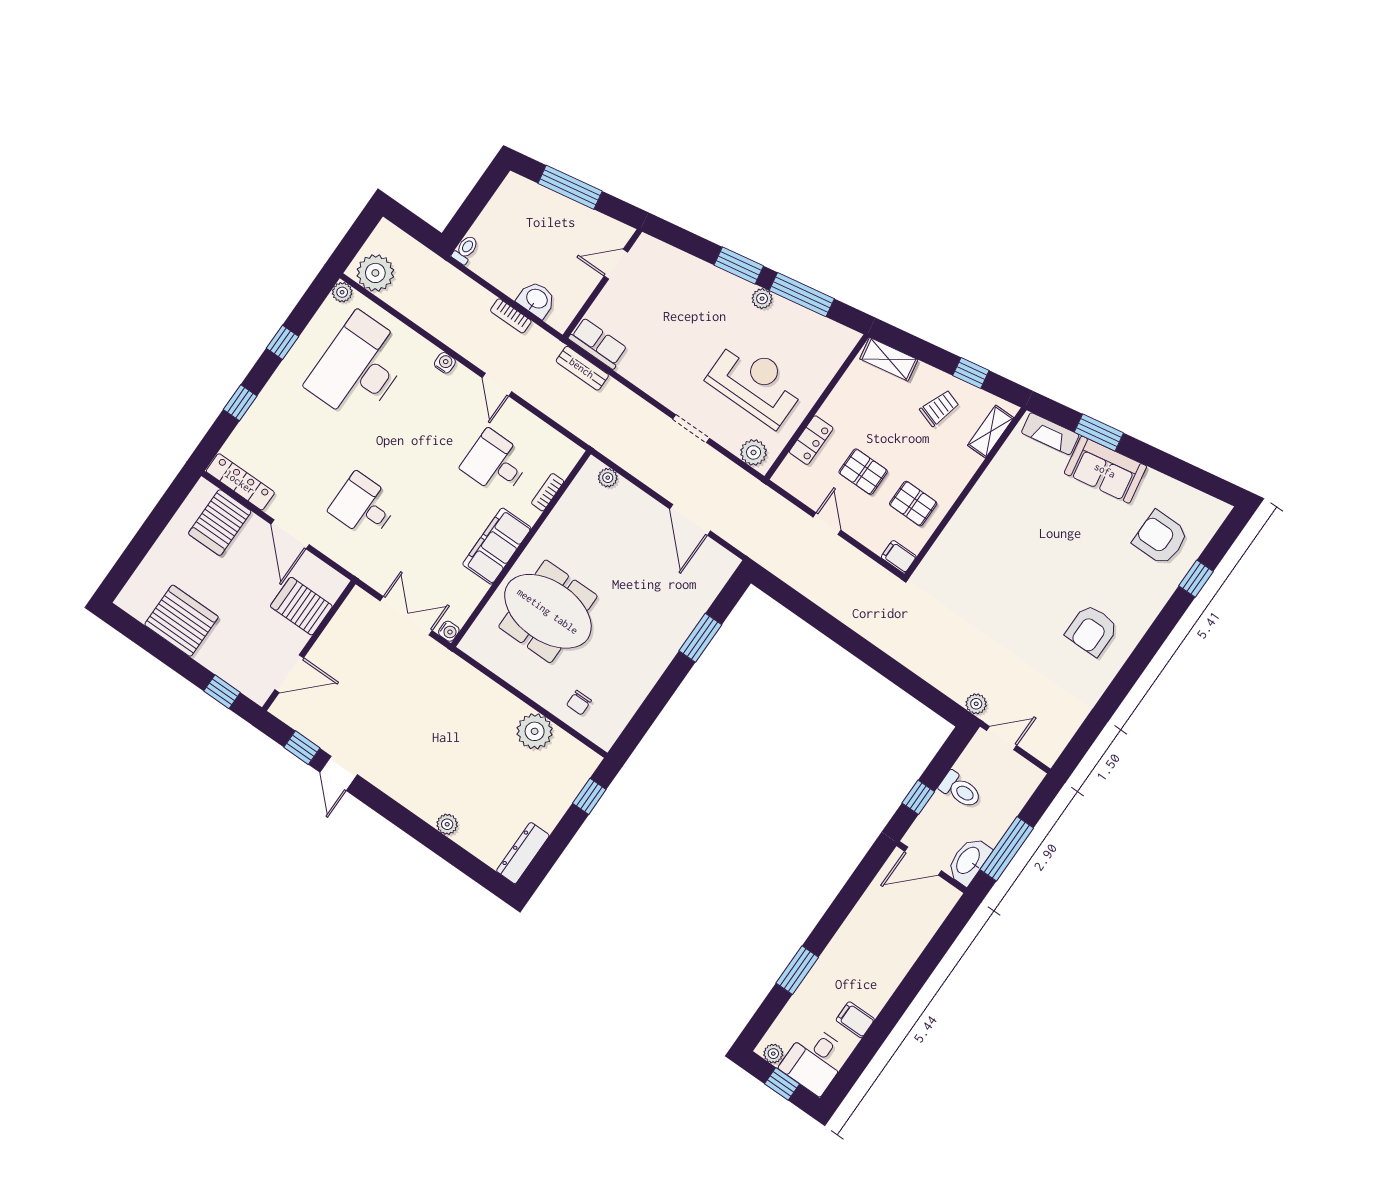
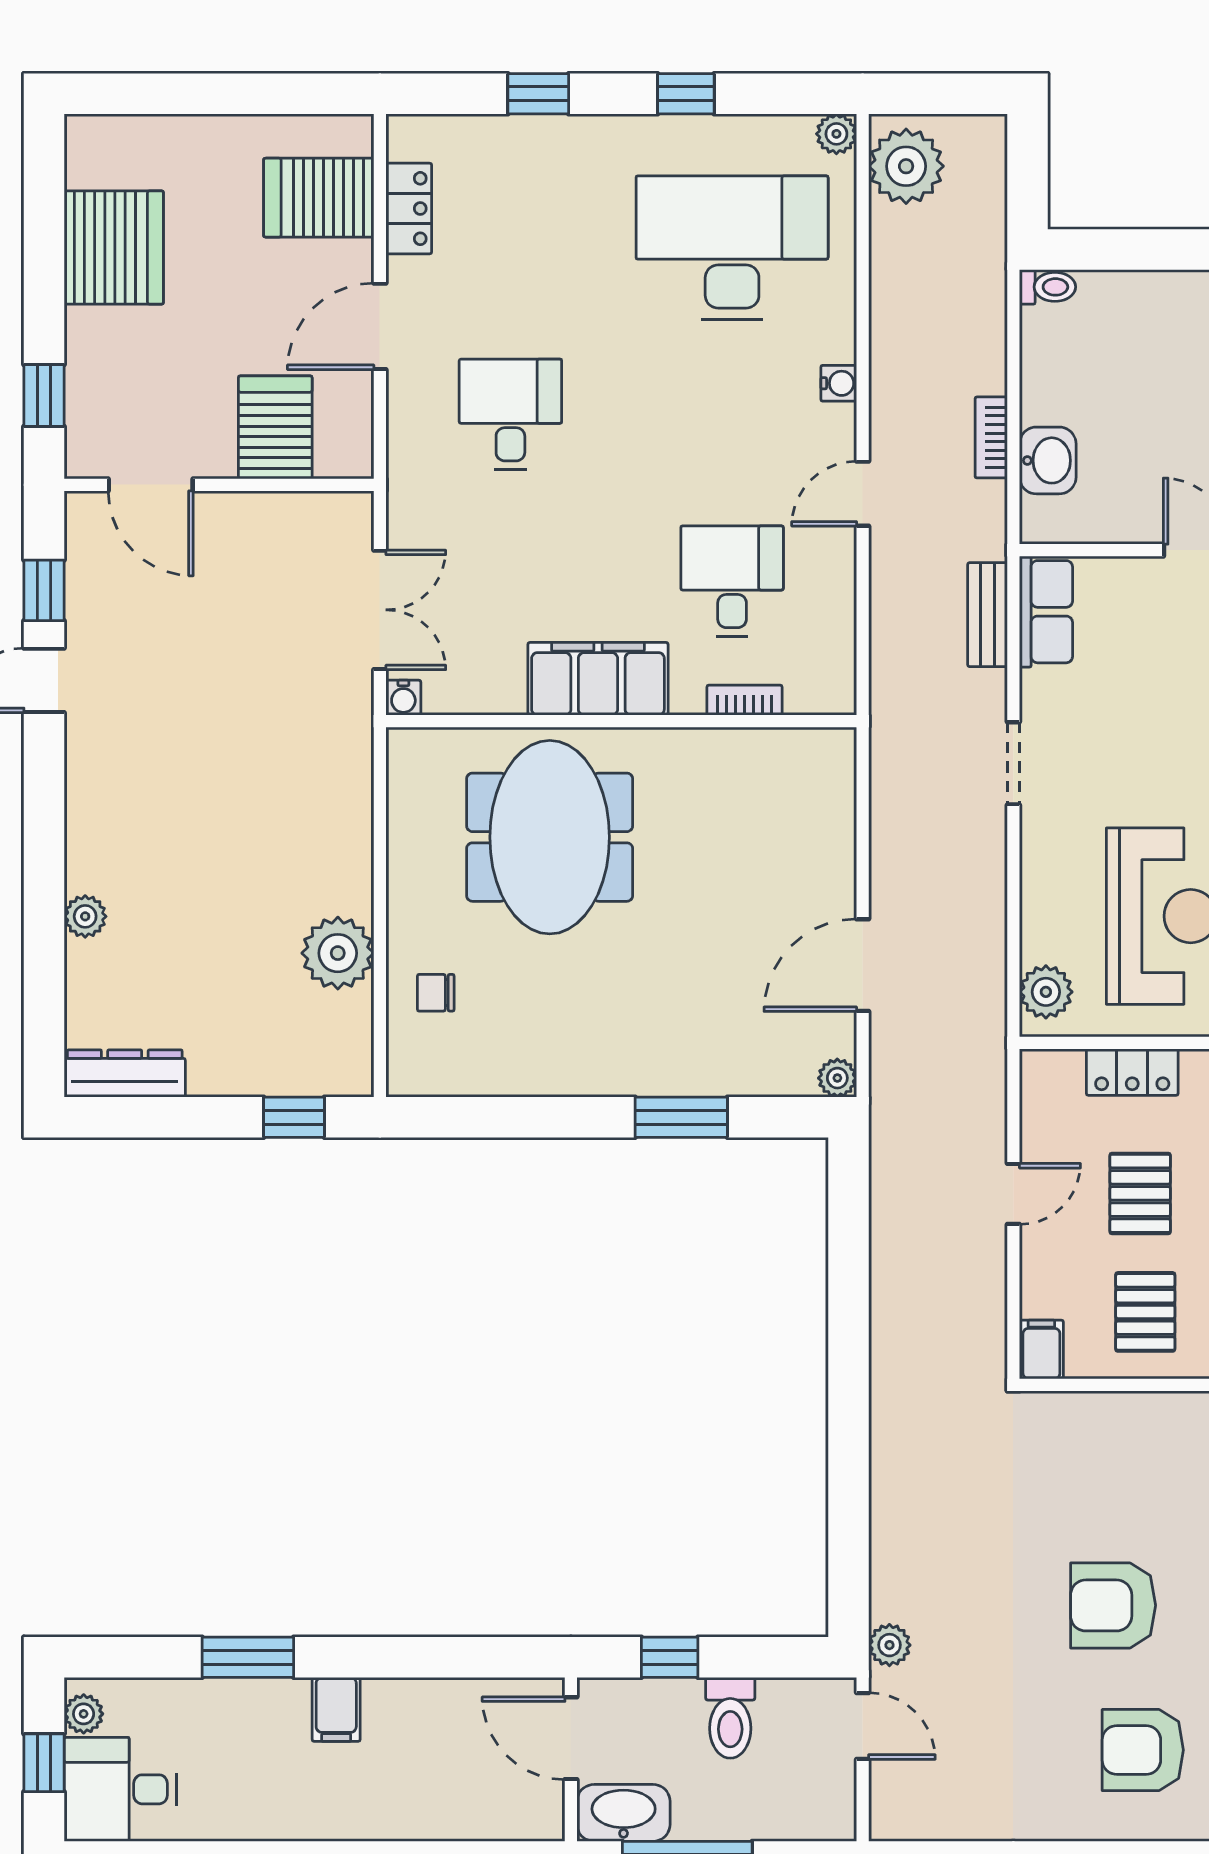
doorway: (691, 429) -> (1013, 763), moved
plant: (608, 478) -> (837, 1078), moved
locker: (240, 482) -> (409, 209), width x0.66
armchair: (1024, 601) -> (1113, 1605), added
filing cabinet: (855, 1020) -> (336, 1709), moved, turned 180

